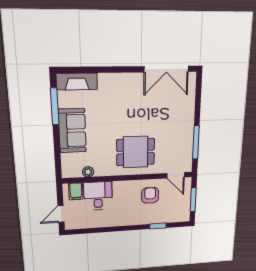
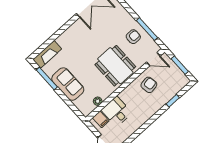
armchair: (177, 139) -> (133, 37), added
dining table: (136, 152) -> (115, 66), width x1.37
armchair: (150, 195) -> (149, 85), turned 81

